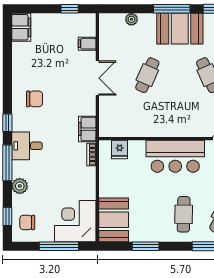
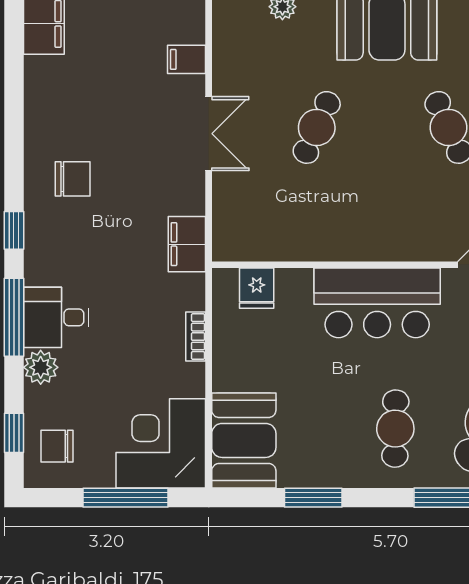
desk: (27, 146) -> (56, 317), moved
bookcase: (91, 154) -> (196, 337), moved

